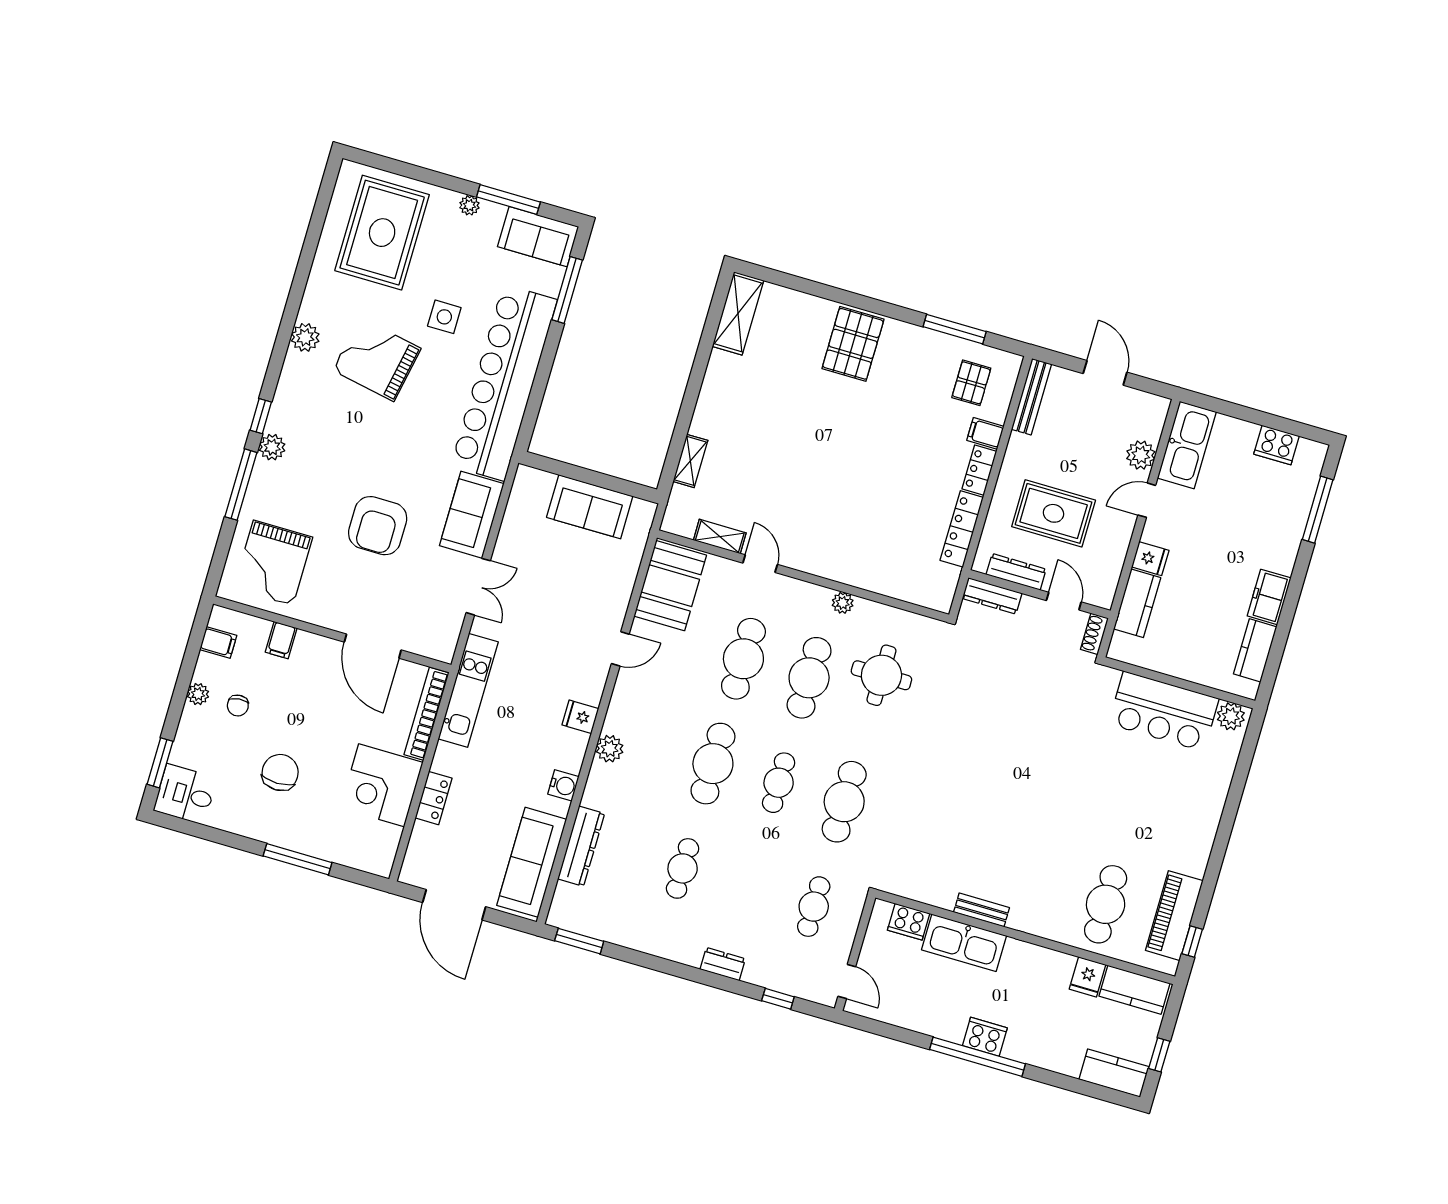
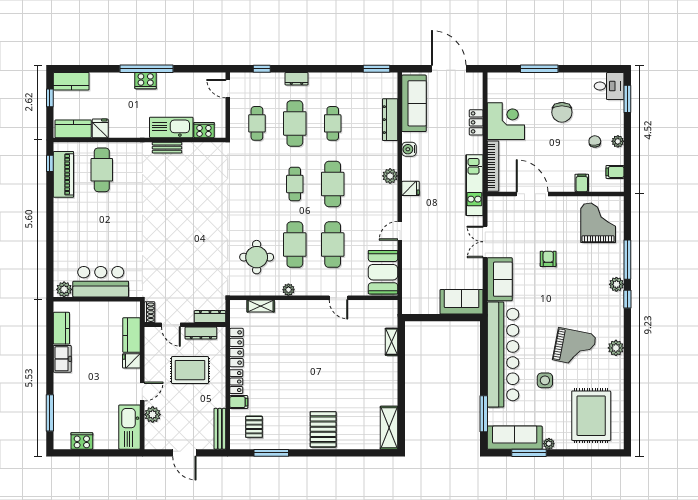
sofa: (538, 237) -> (515, 438), width x1.36
sofa: (590, 507) -> (462, 302), moved
armchair: (378, 526) -> (548, 259), width x0.53, depth x0.53
shelving: (720, 537) -> (261, 306), moved
cafe table: (844, 802) -> (295, 123), moved

